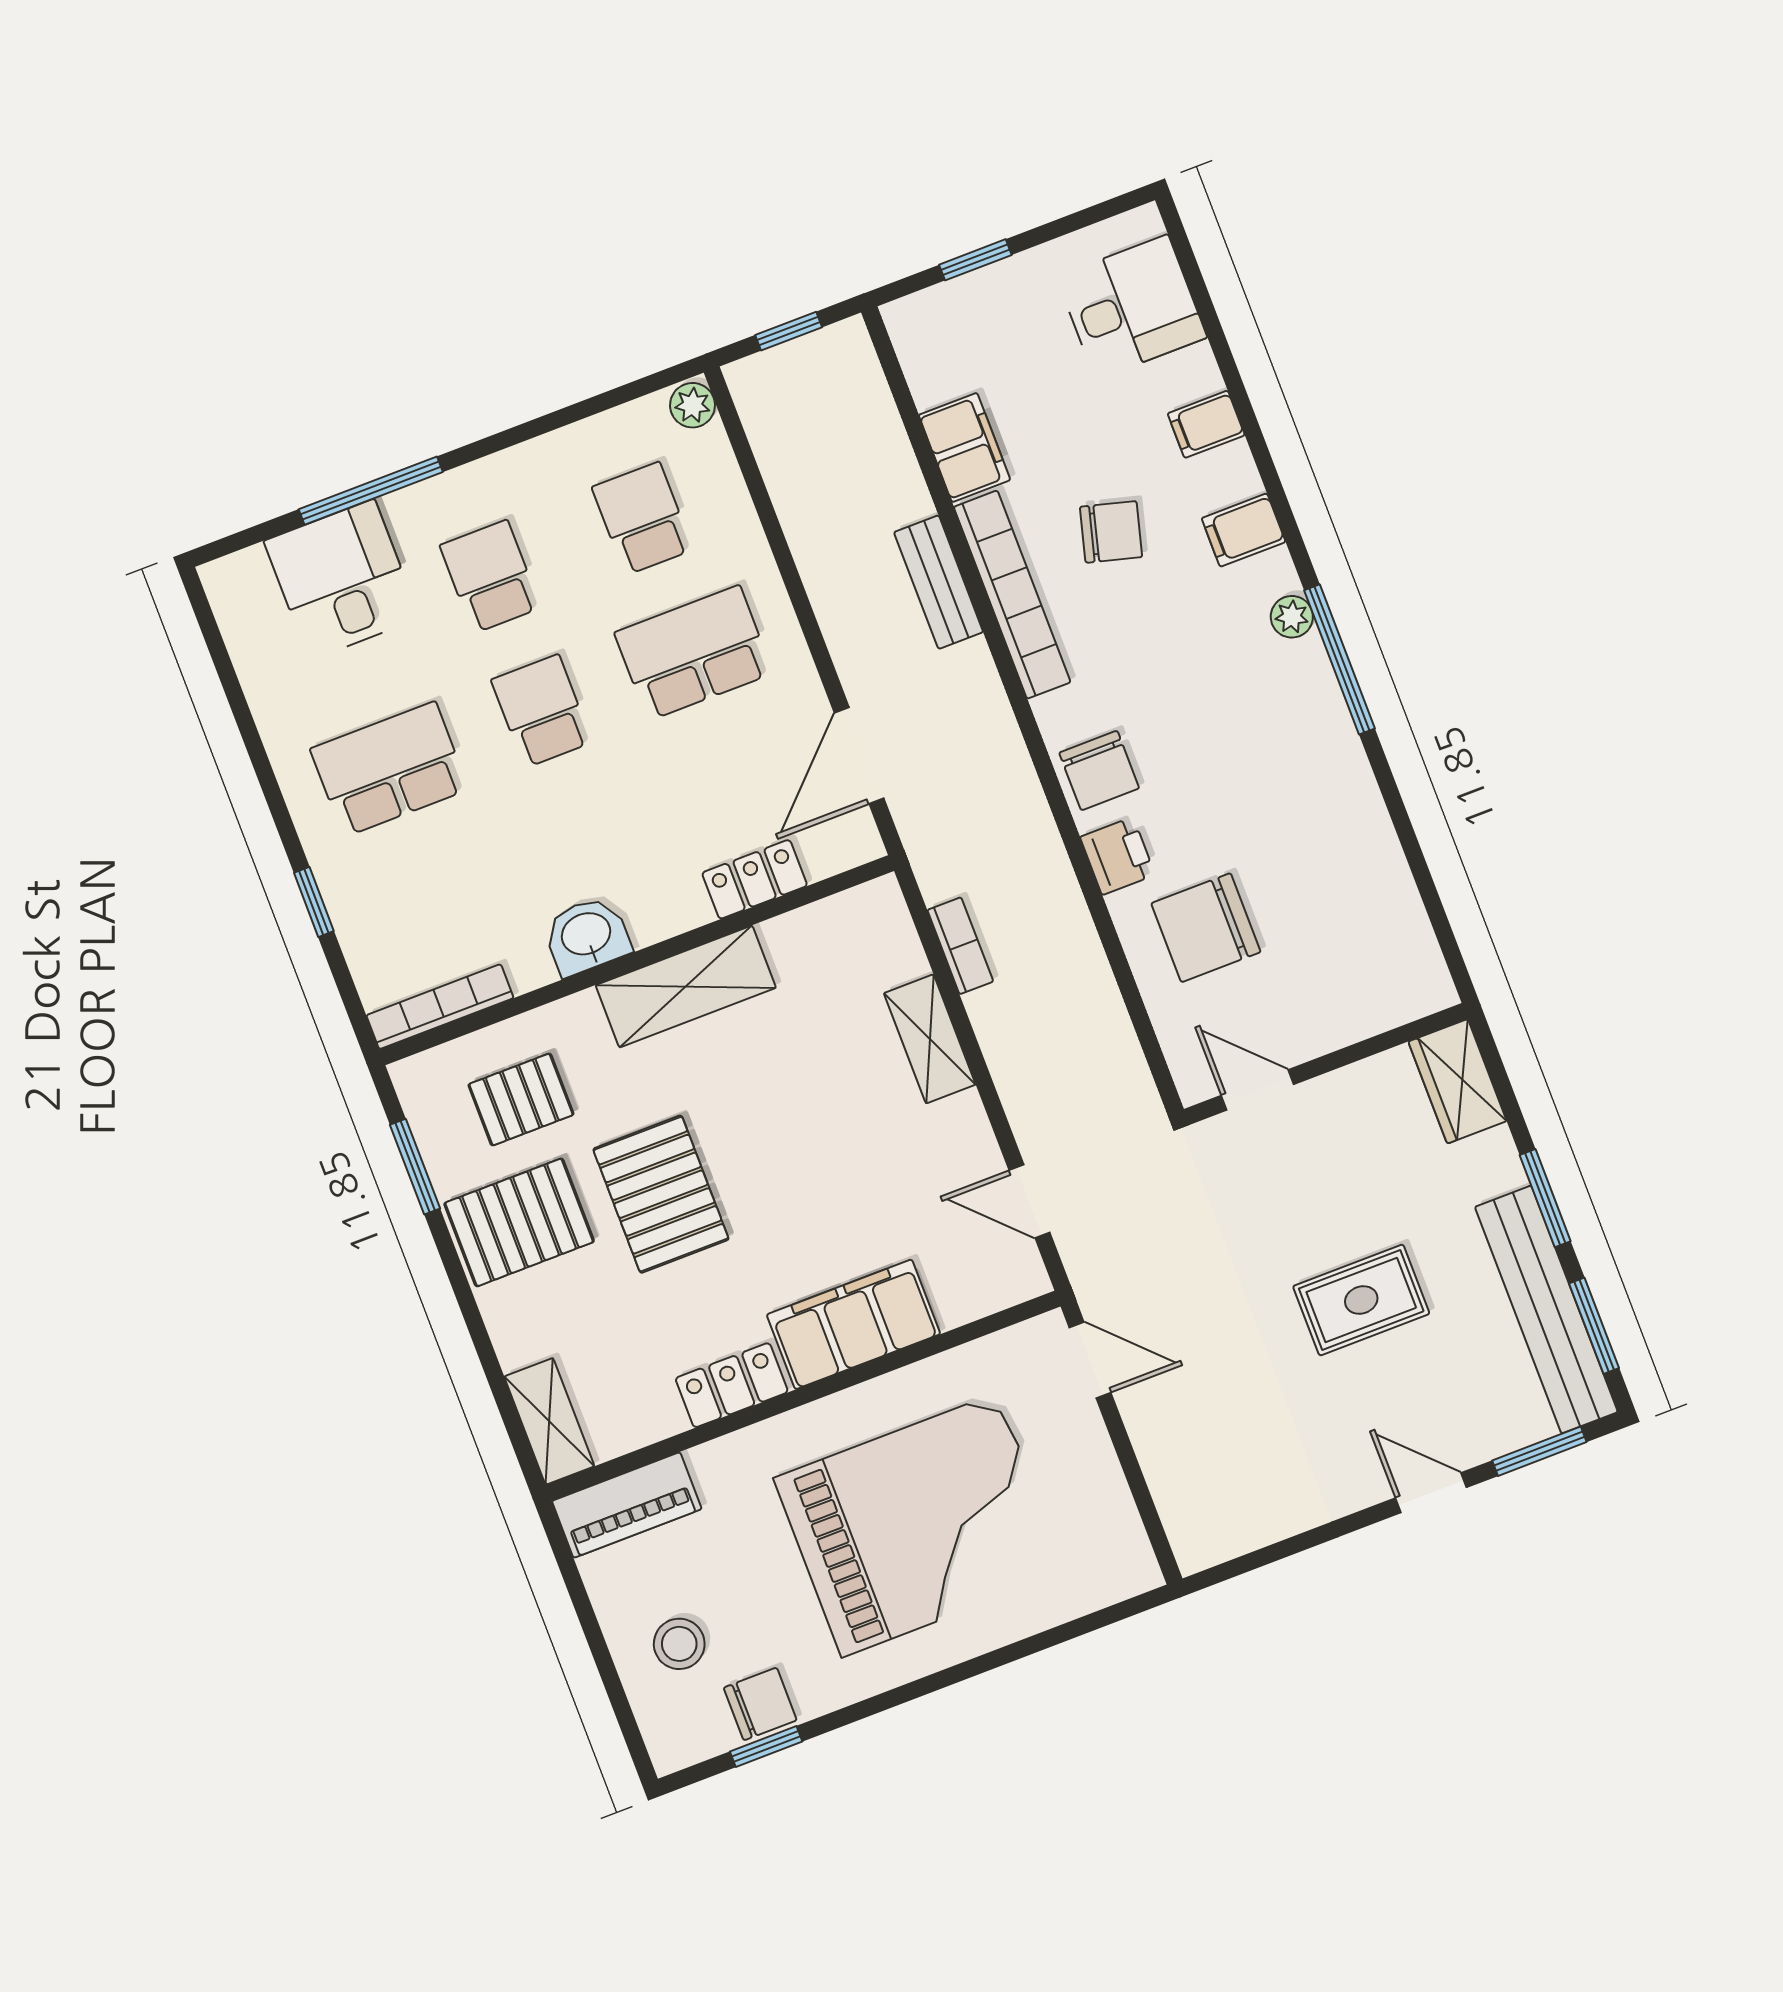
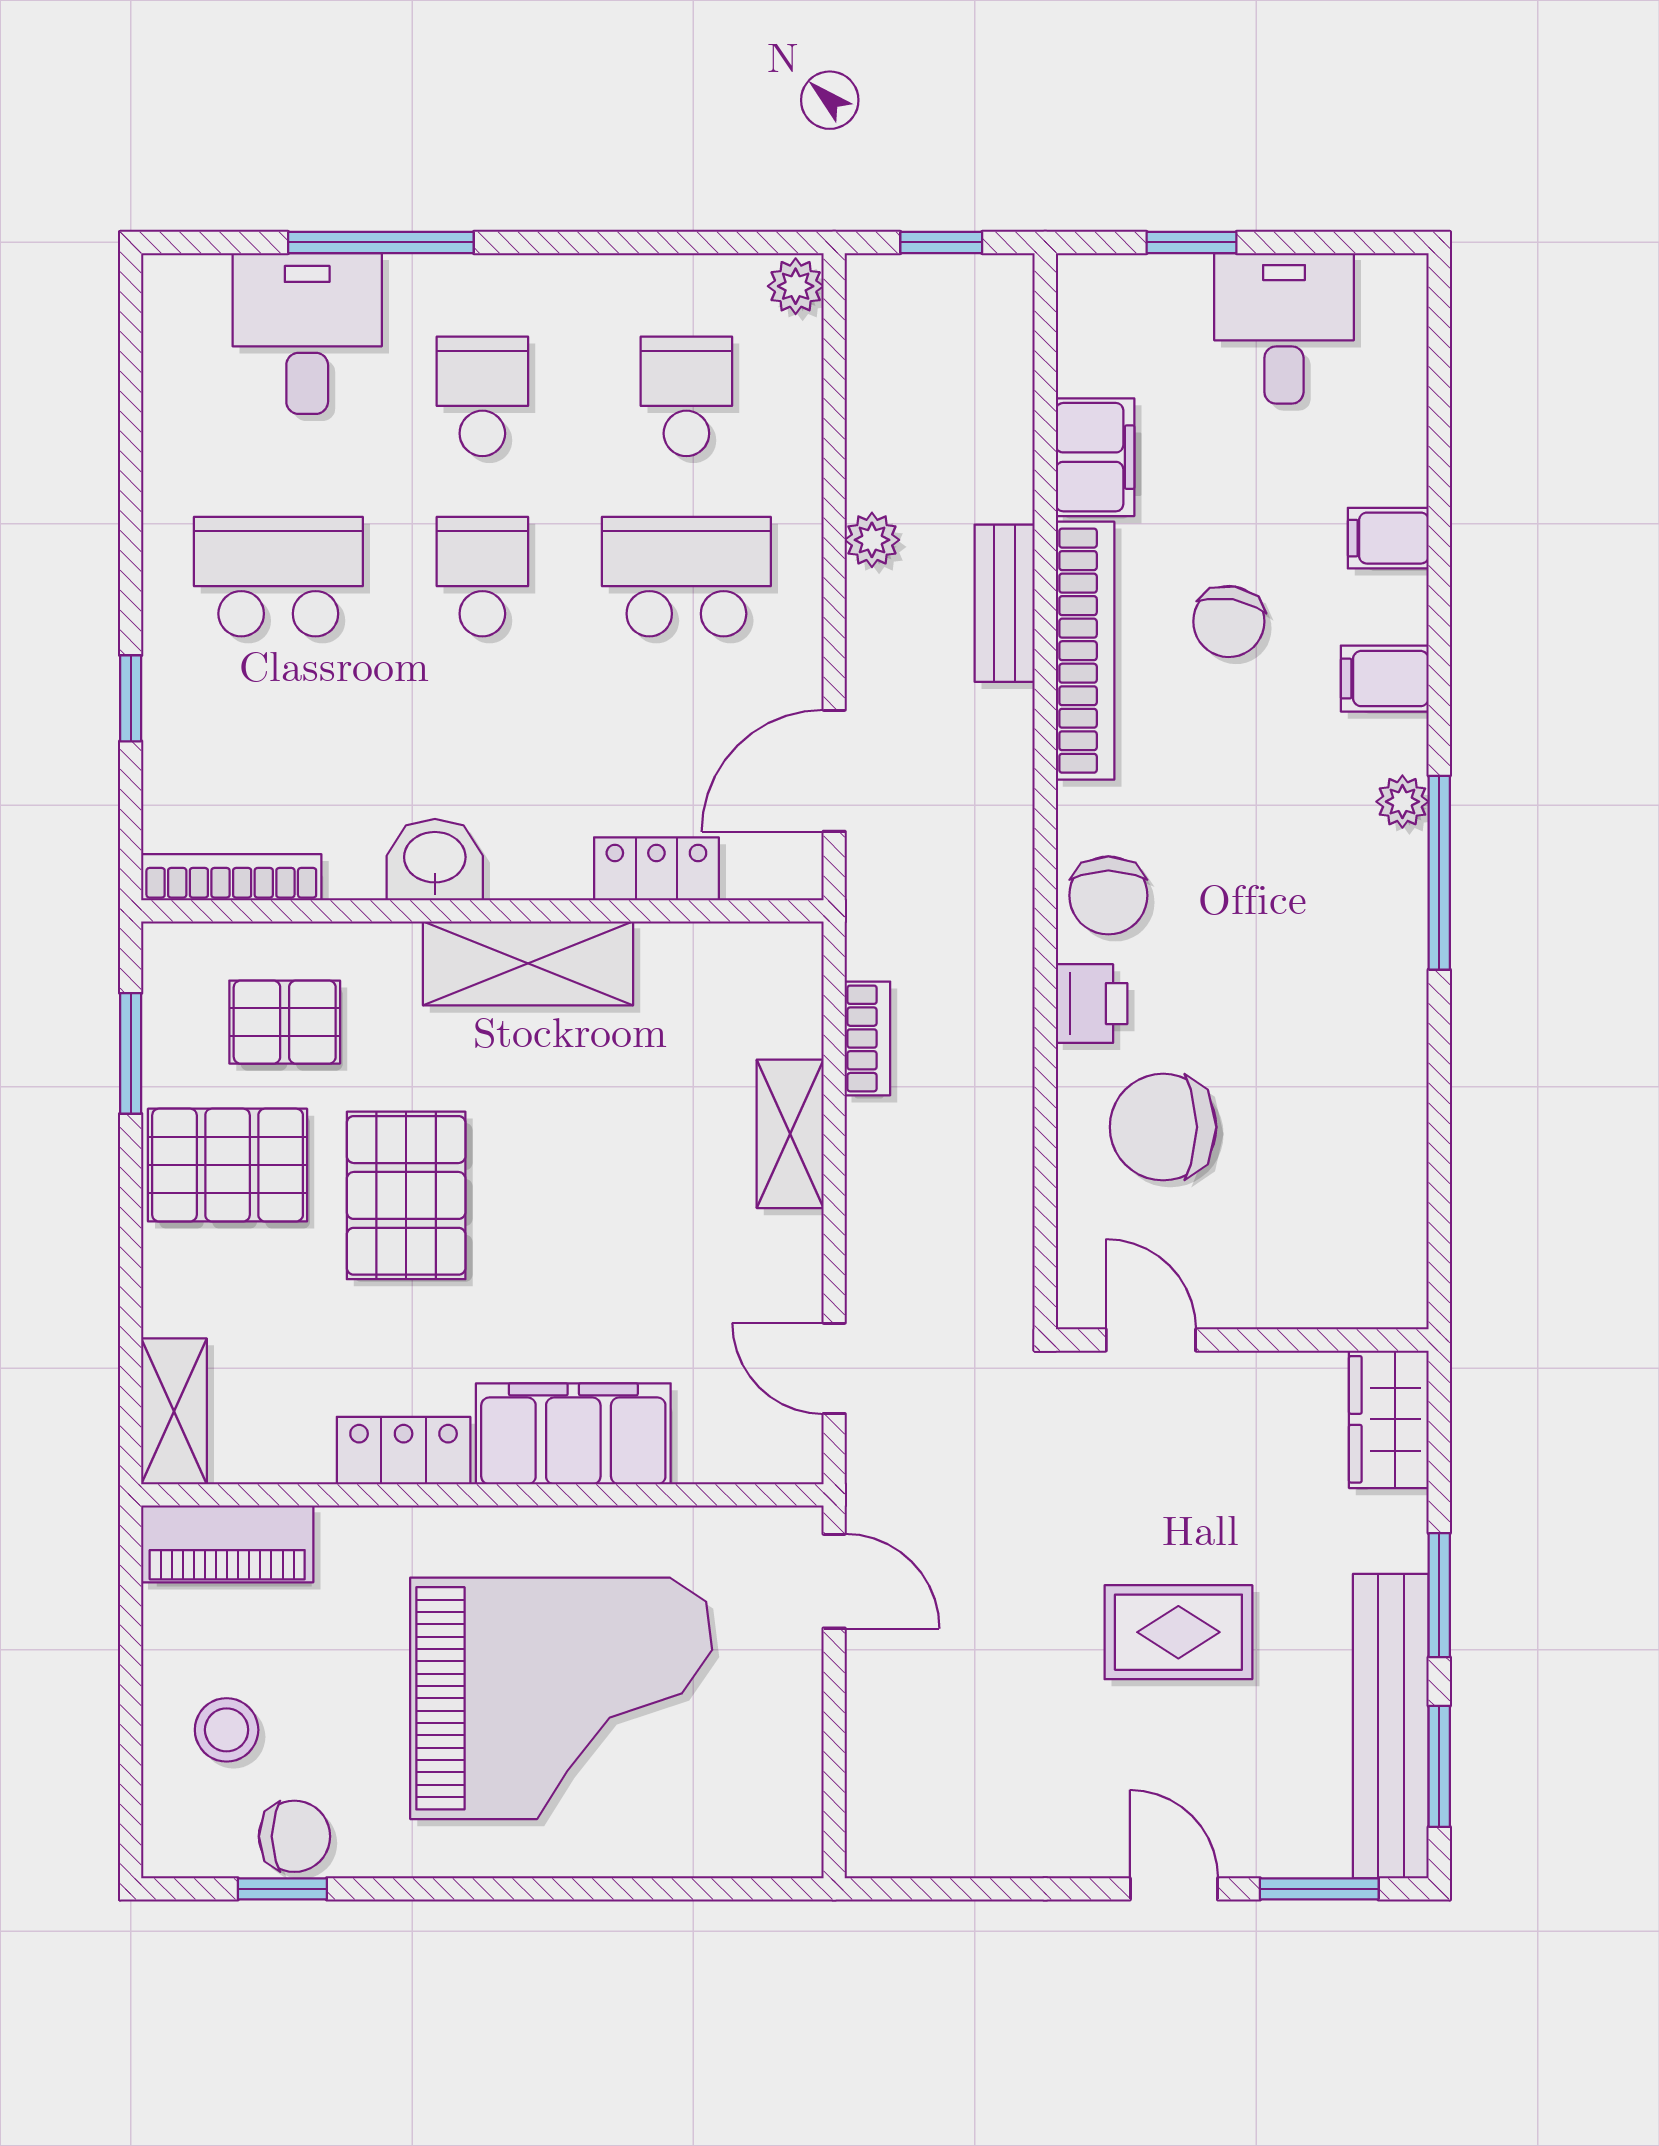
desk: (1132, 307) -> (1284, 328), moved, turned -90
chair: (1111, 532) -> (1229, 622), turned 85
plant: (822, 573) -> (872, 540), added

